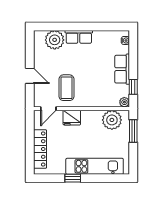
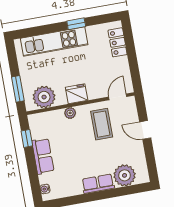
plant: (124, 102) -> (70, 113), moved
fridge: (72, 118) -> (77, 94), moved
locker: (40, 149) -> (118, 42), width x0.66

